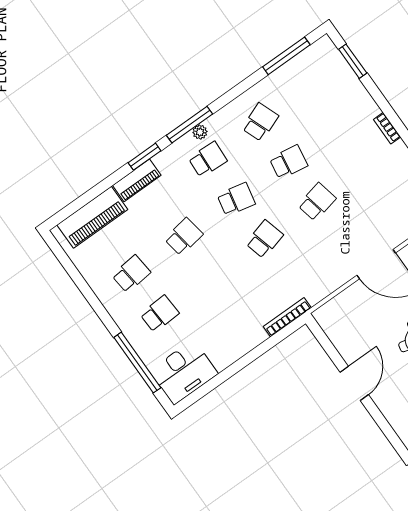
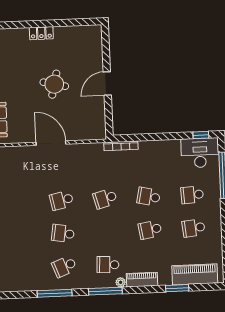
window: (286, 56) -> (55, 293), moved
plant: (200, 132) -> (121, 282), moved
window: (144, 157) -> (177, 288), moved
piano: (137, 180) -> (142, 280), moved
school desk: (236, 199) -> (149, 197), moved
window: (197, 395) -> (201, 135), added

